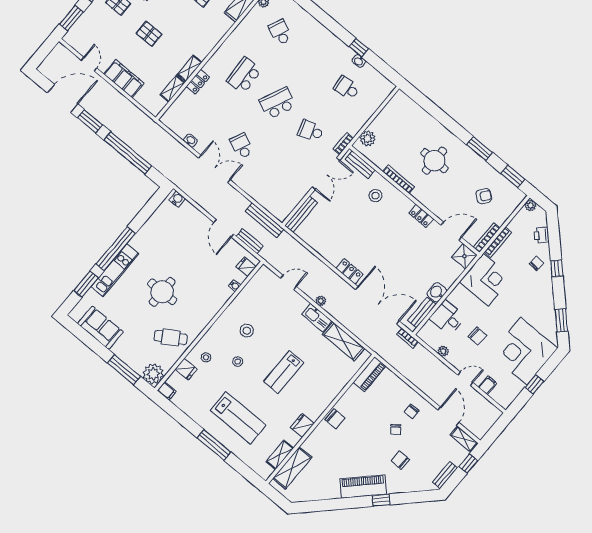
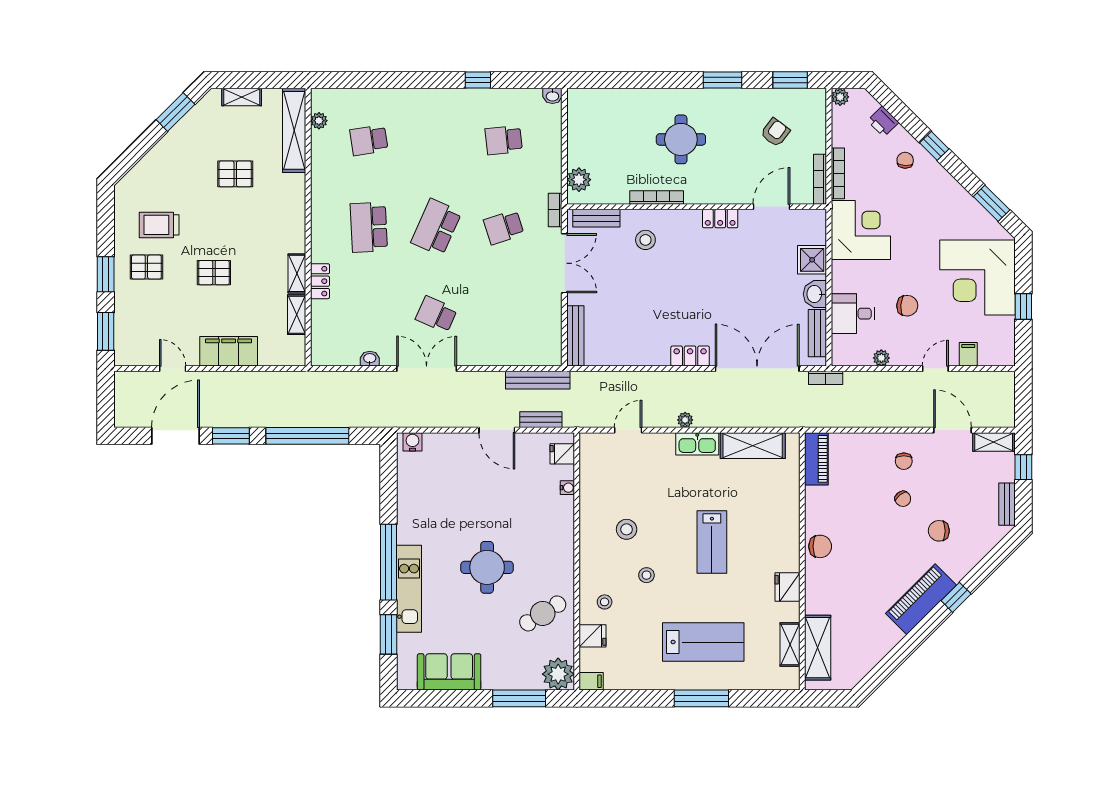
school desk: (280, 32) -> (369, 140), turned -33
washbasin: (359, 61) -> (552, 96), moved
shower: (464, 256) -> (812, 260), moved

